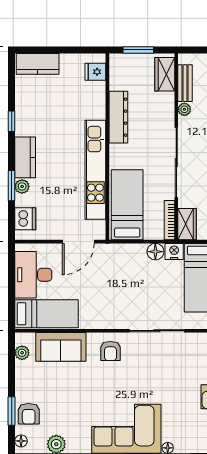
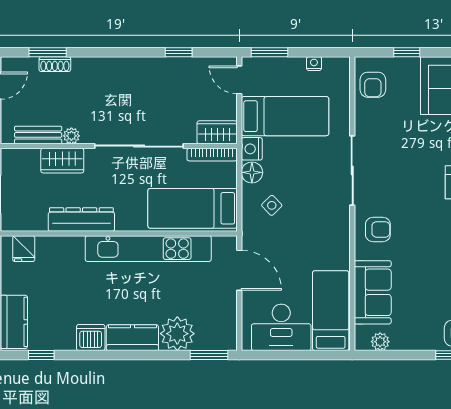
wardrobe: (165, 74) -> (62, 161), moved
window: (12, 121) -> (41, 355), moved
window: (12, 186) -> (209, 355), moved
plant: (22, 186) -> (177, 334), width x1.88, depth x1.88
dishwasher: (25, 219) -> (91, 338), moved
side table: (130, 267) -> (272, 205), added

